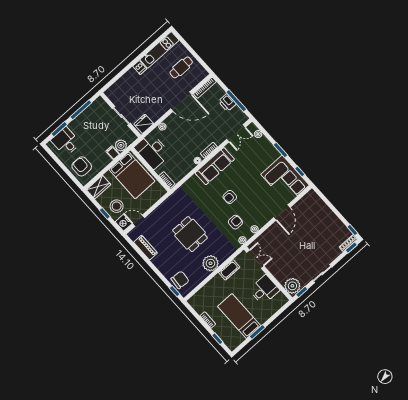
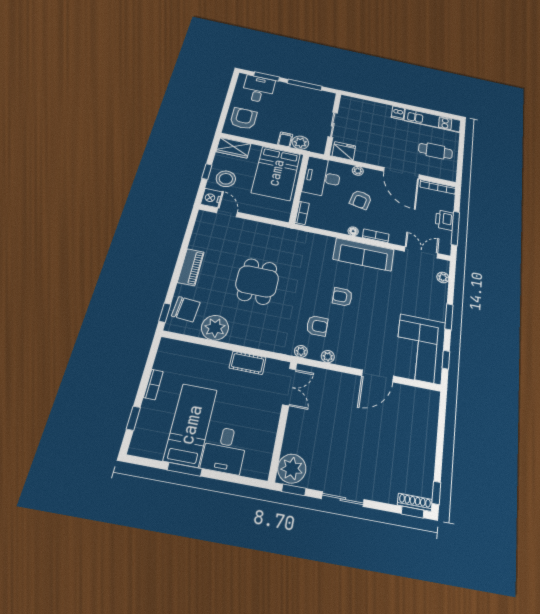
double door: (236, 133) -> (421, 252), swing flipped
armchair: (181, 140) -> (361, 200), added
piano: (146, 248) -> (191, 267), moved
plant: (210, 263) -> (215, 328), moved
desk: (264, 290) -> (224, 450), moved, turned 90

